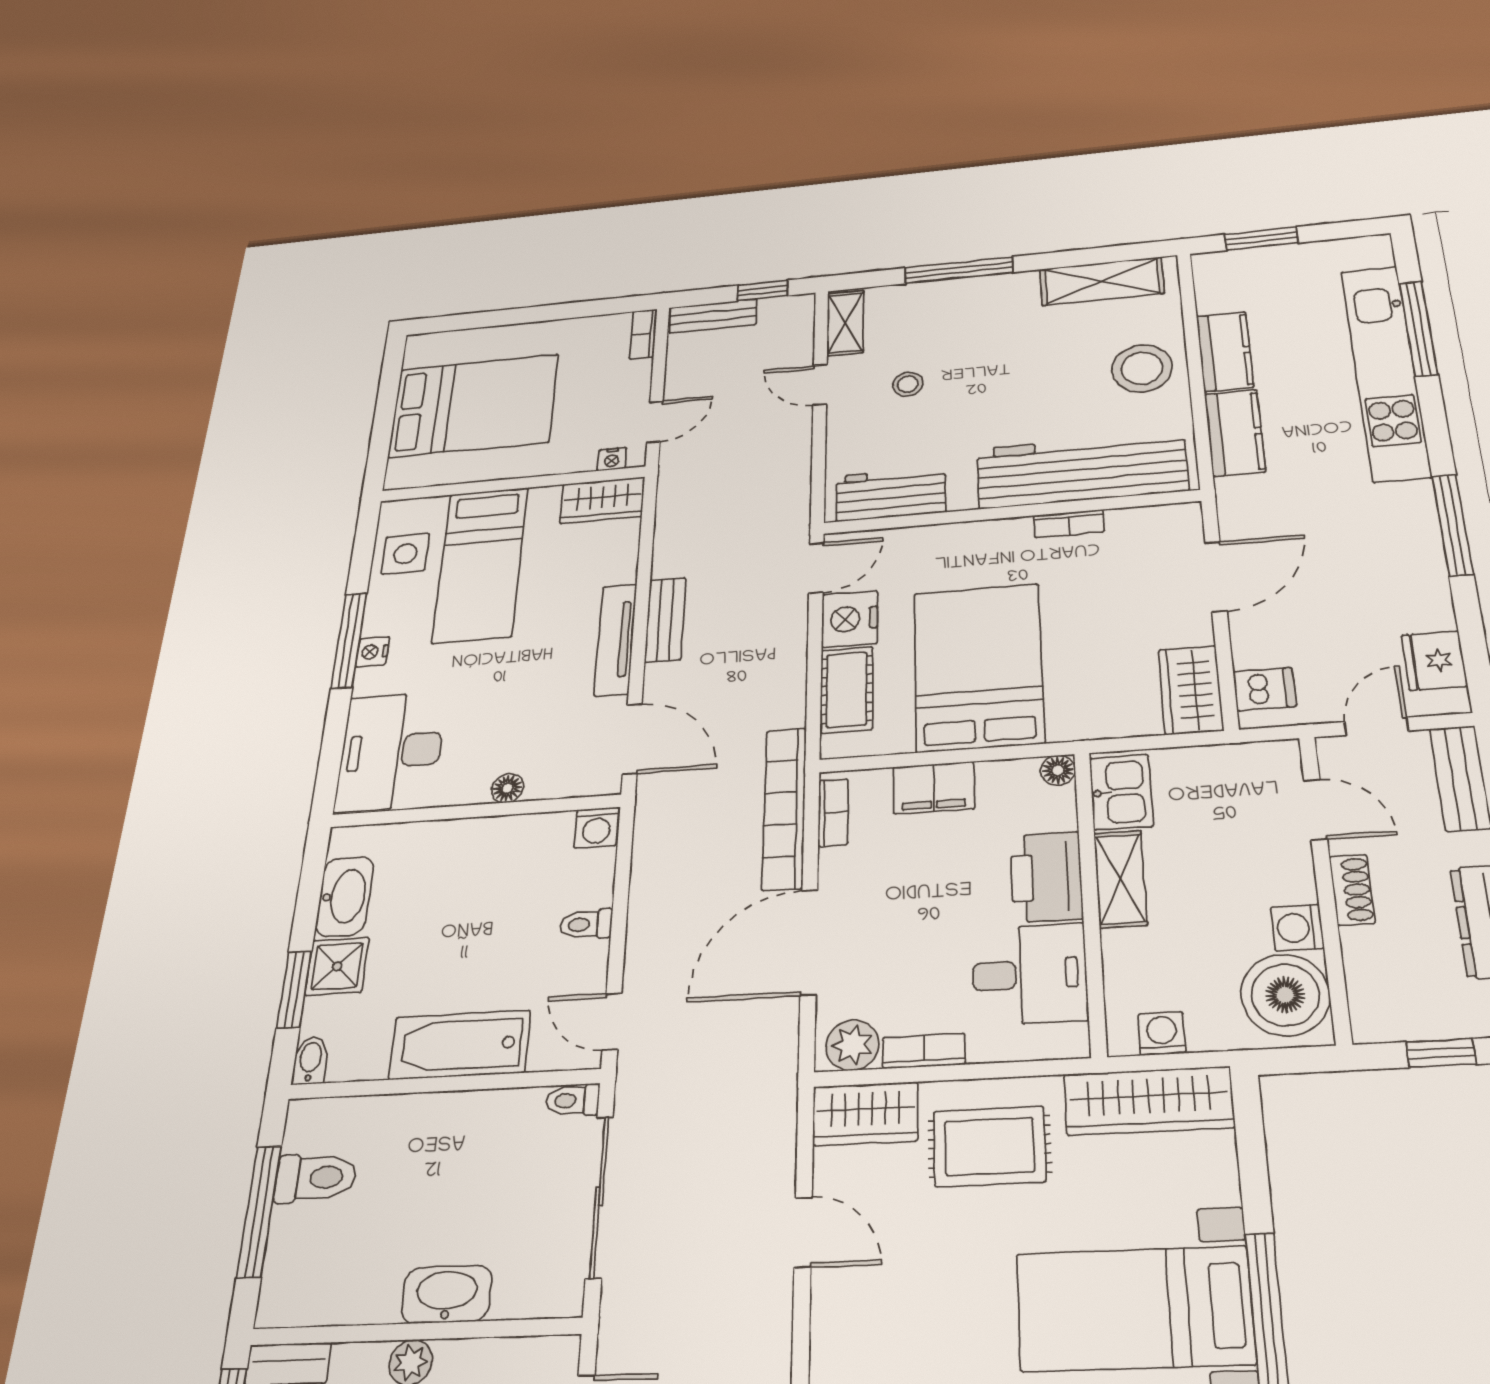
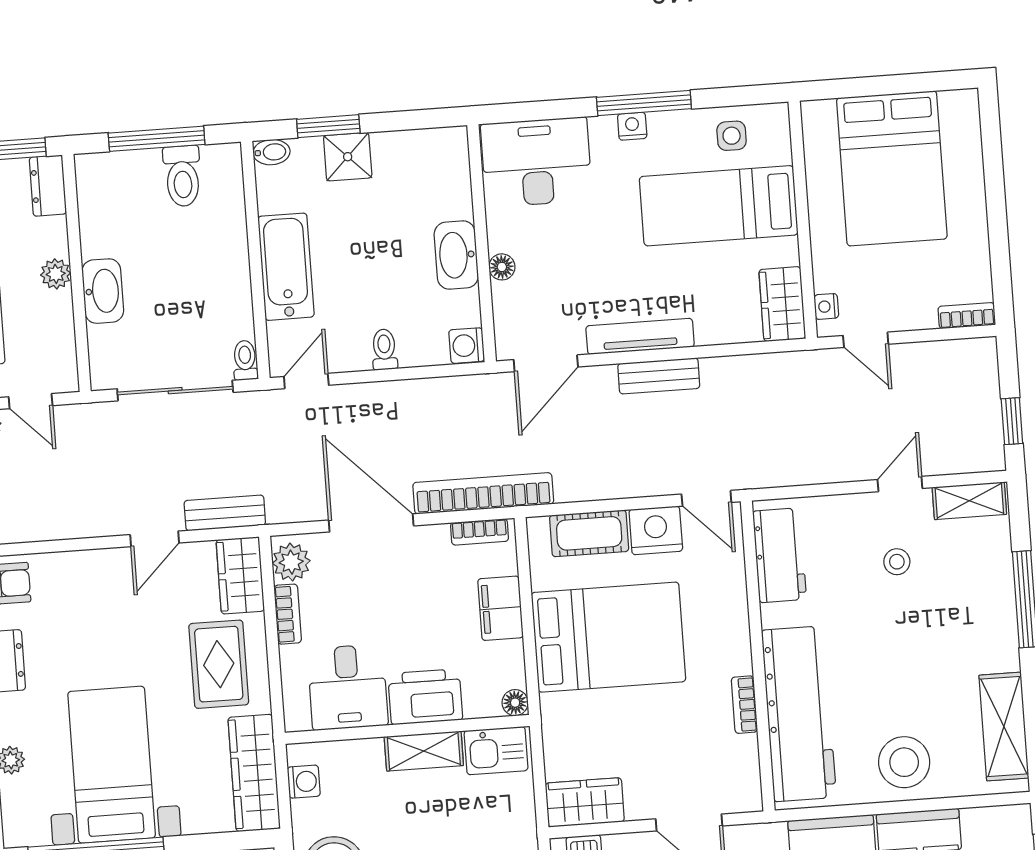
bench: (713, 316) -> (225, 513), moved, turned 90
side table: (405, 554) -> (732, 136), width x0.73, depth x0.73
washbasin: (345, 896) -> (456, 255), moved, turned 90

